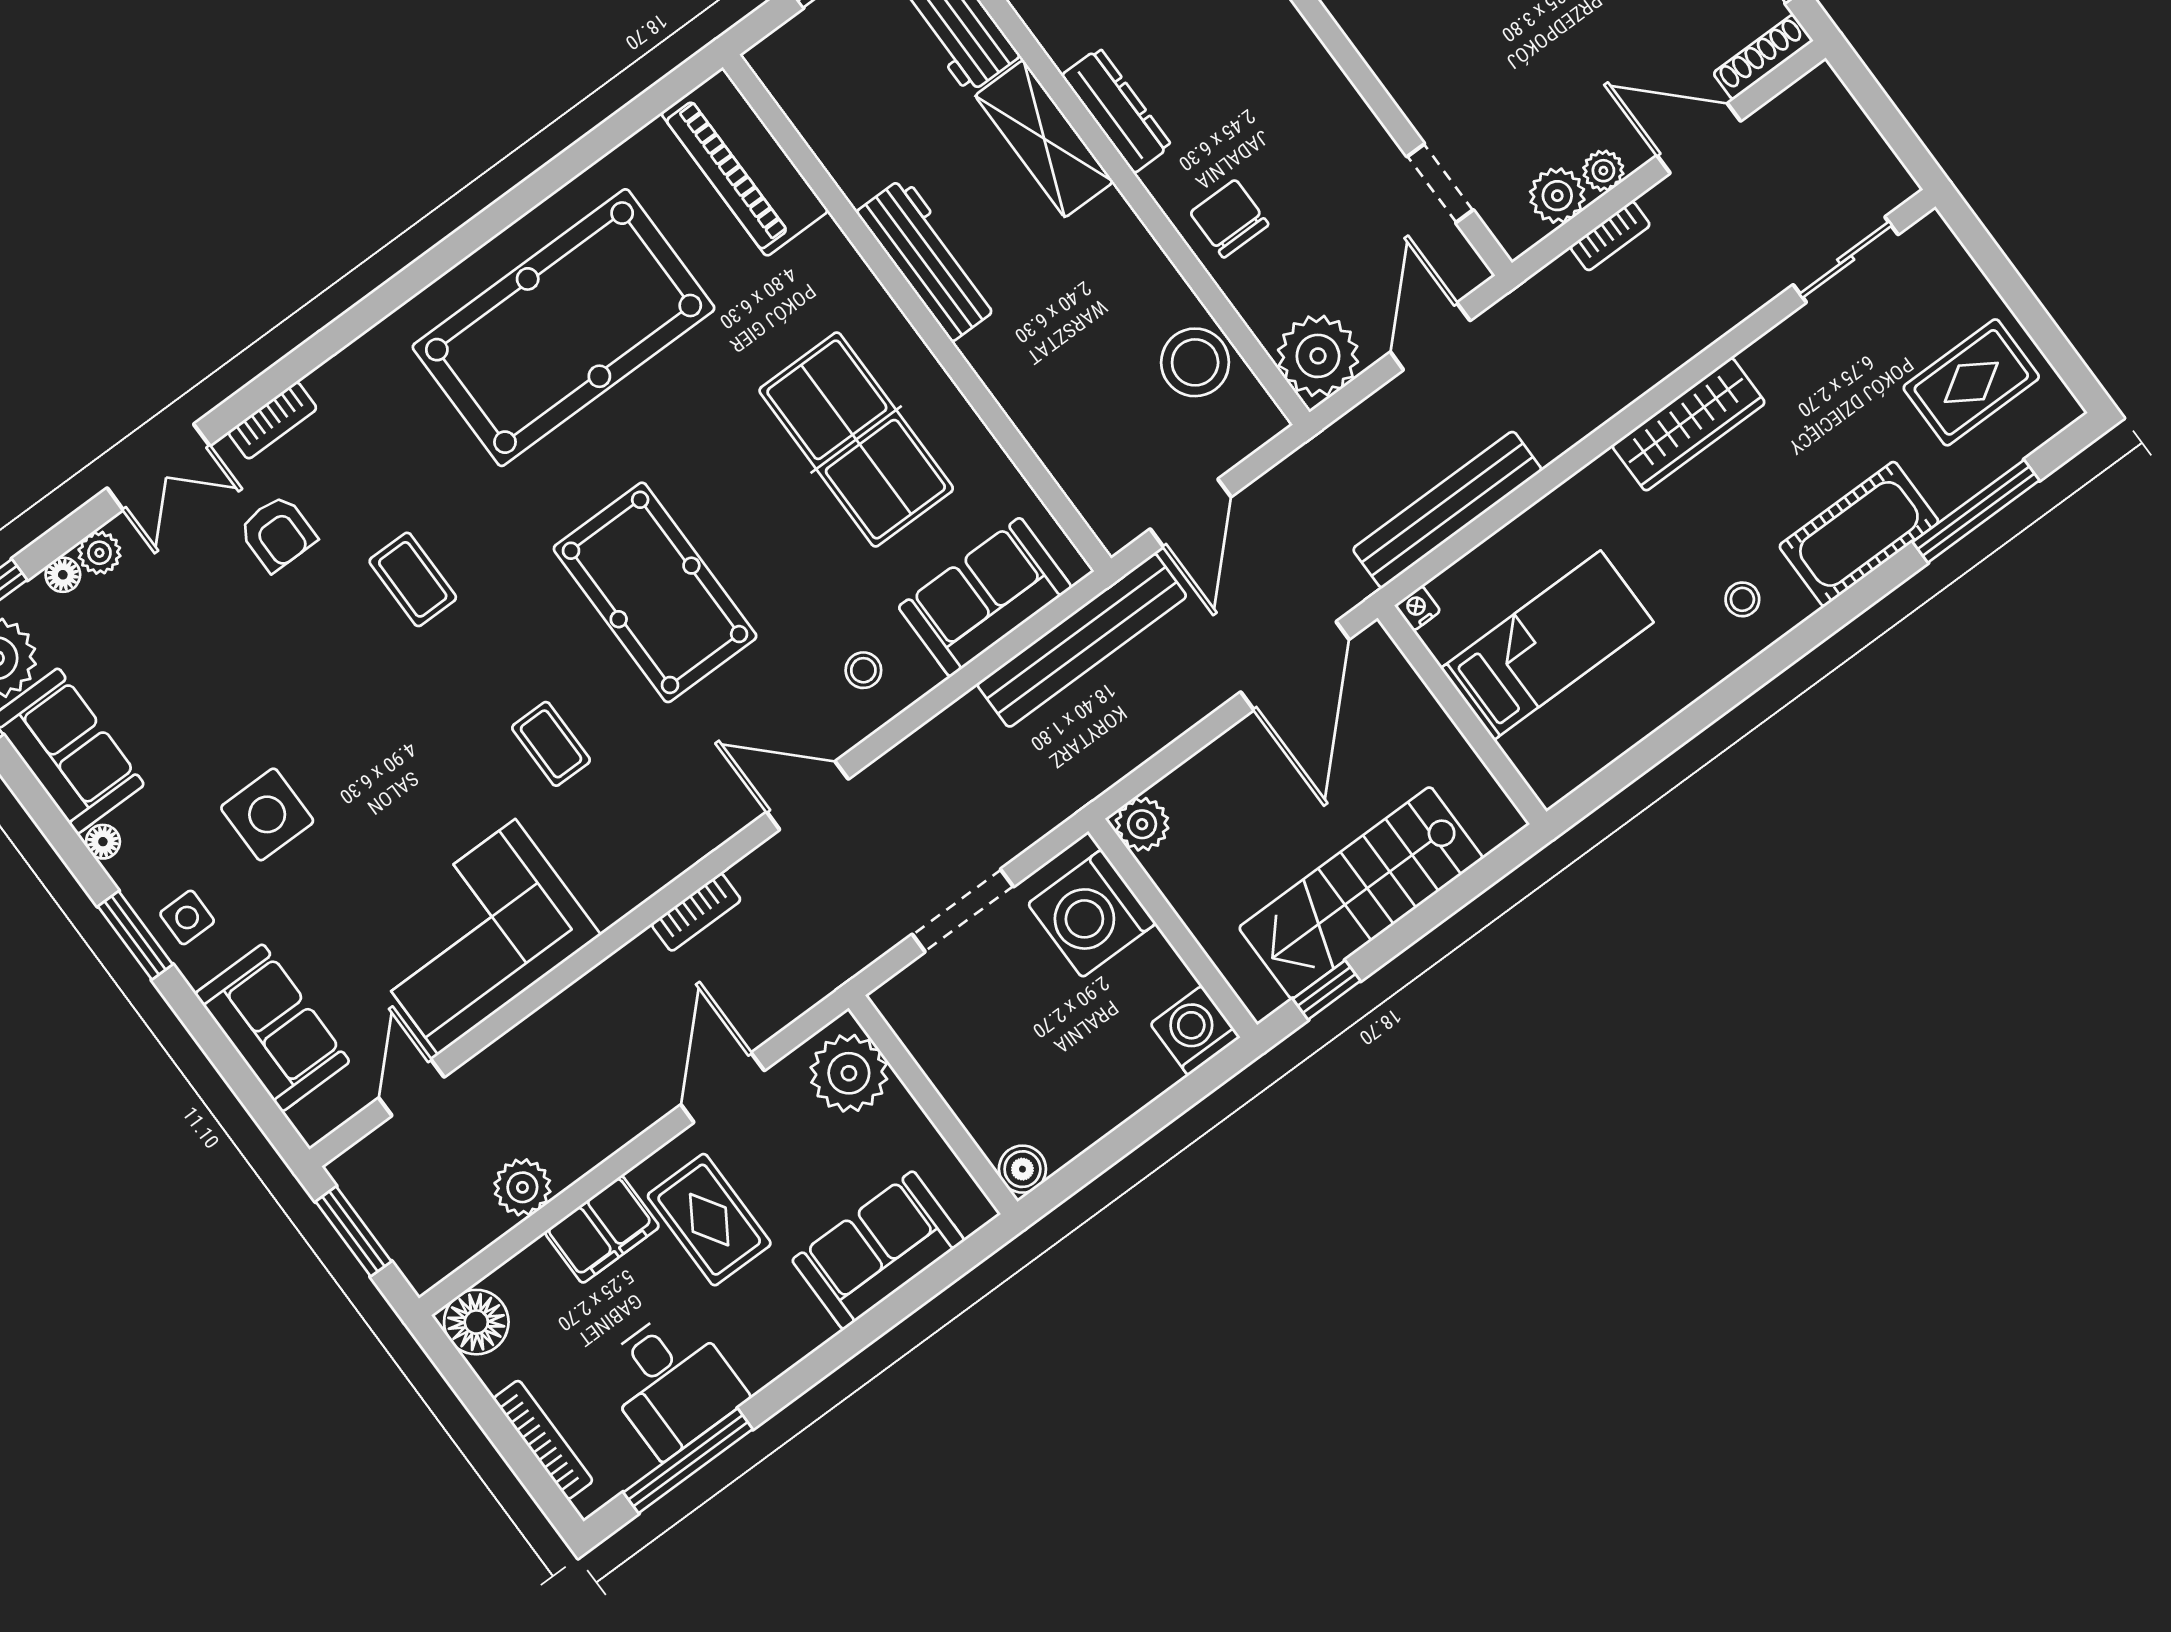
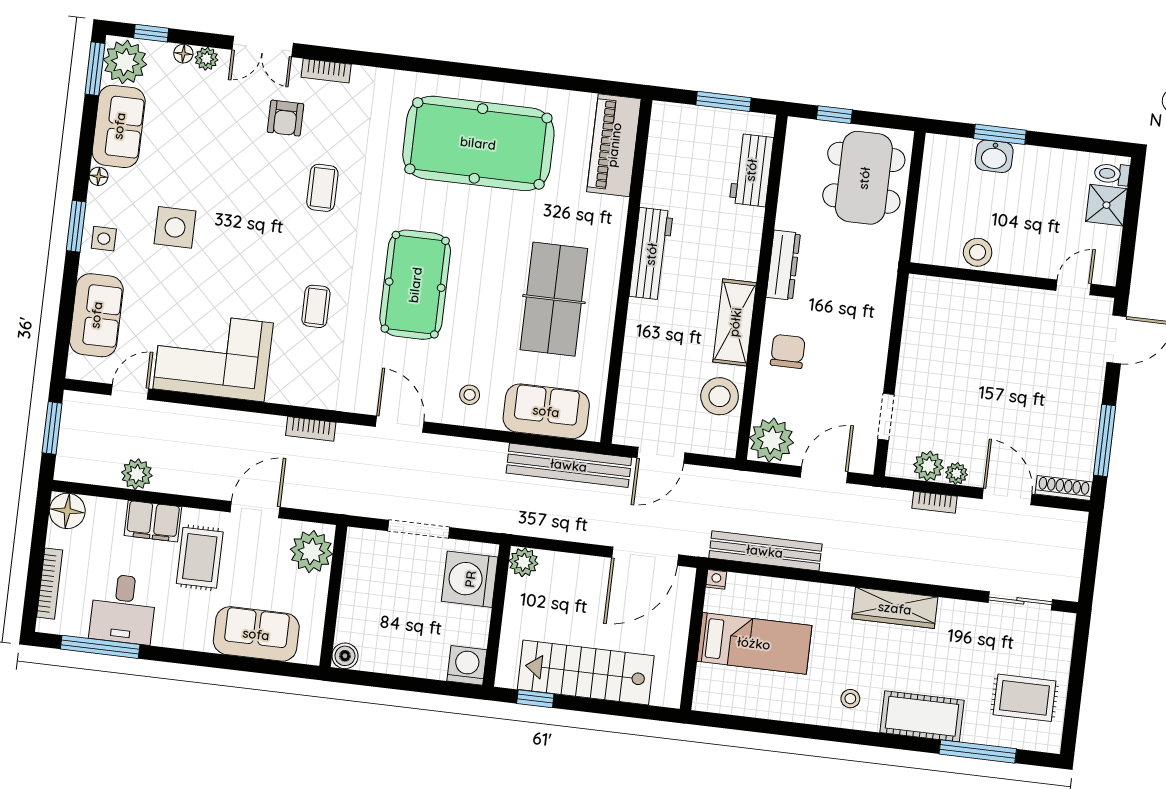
shelving: (1044, 139) -> (735, 322), moved

